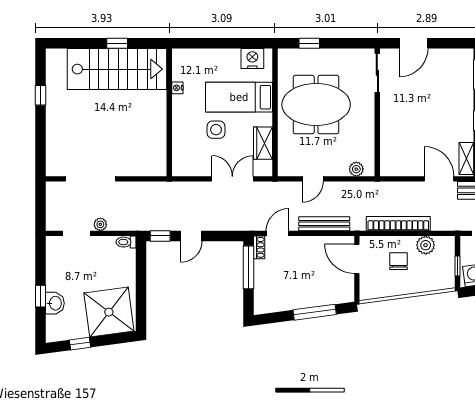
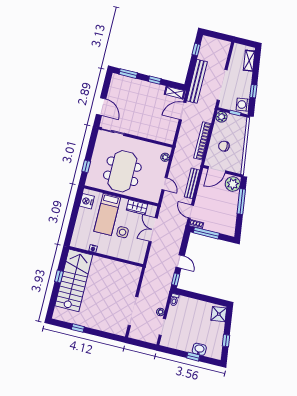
plant: (426, 245) -> (221, 117), moved
plant: (340, 291) -> (233, 184), added
shower: (109, 312) -> (219, 314), width x0.54, depth x0.54

